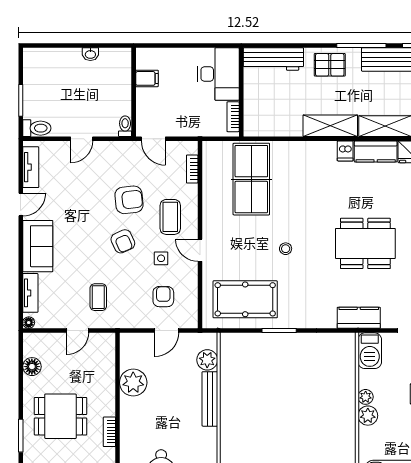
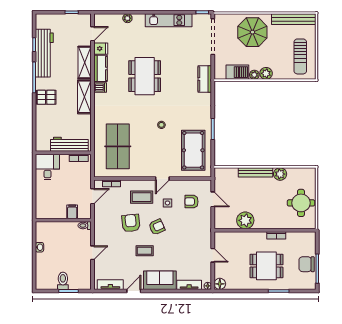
workbench: (273, 59) -> (69, 144), moved, turned -90
pallet: (330, 65) -> (46, 97), turned 90
desk: (218, 74) -> (47, 167), width x0.73
filing cabinet: (147, 78) -> (72, 212), moved
toilet: (37, 128) -> (63, 281), moved
door: (82, 139) -> (93, 253), hinge flipped
door: (153, 139) -> (93, 196), moved
table tennis table: (251, 179) -> (118, 146), turned 90
door: (21, 204) -> (134, 291), hinge flipped
dining table: (365, 243) -> (145, 76), moved
coffee table: (98, 297) -> (145, 251), moved
barbecue: (370, 351) -> (237, 72), moved
plant: (207, 360) -> (280, 174), moved
floor lamp: (32, 367) -> (220, 284), moved
dining table: (60, 416) -> (266, 266), turned 90

